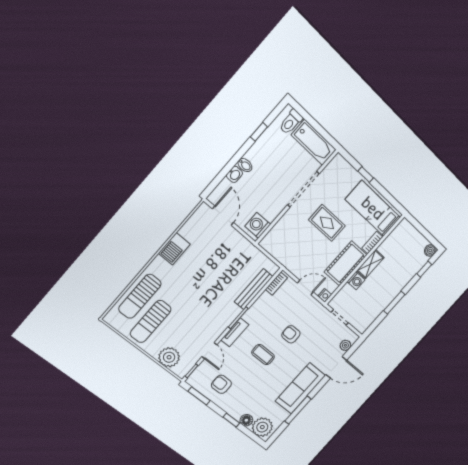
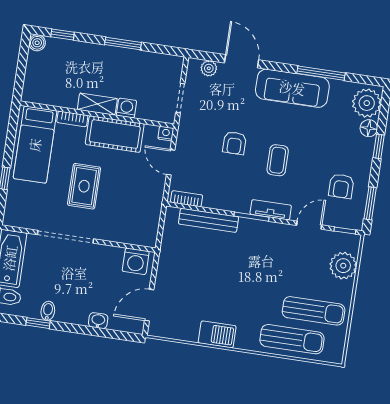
bidet: (245, 165) -> (48, 311), moved

